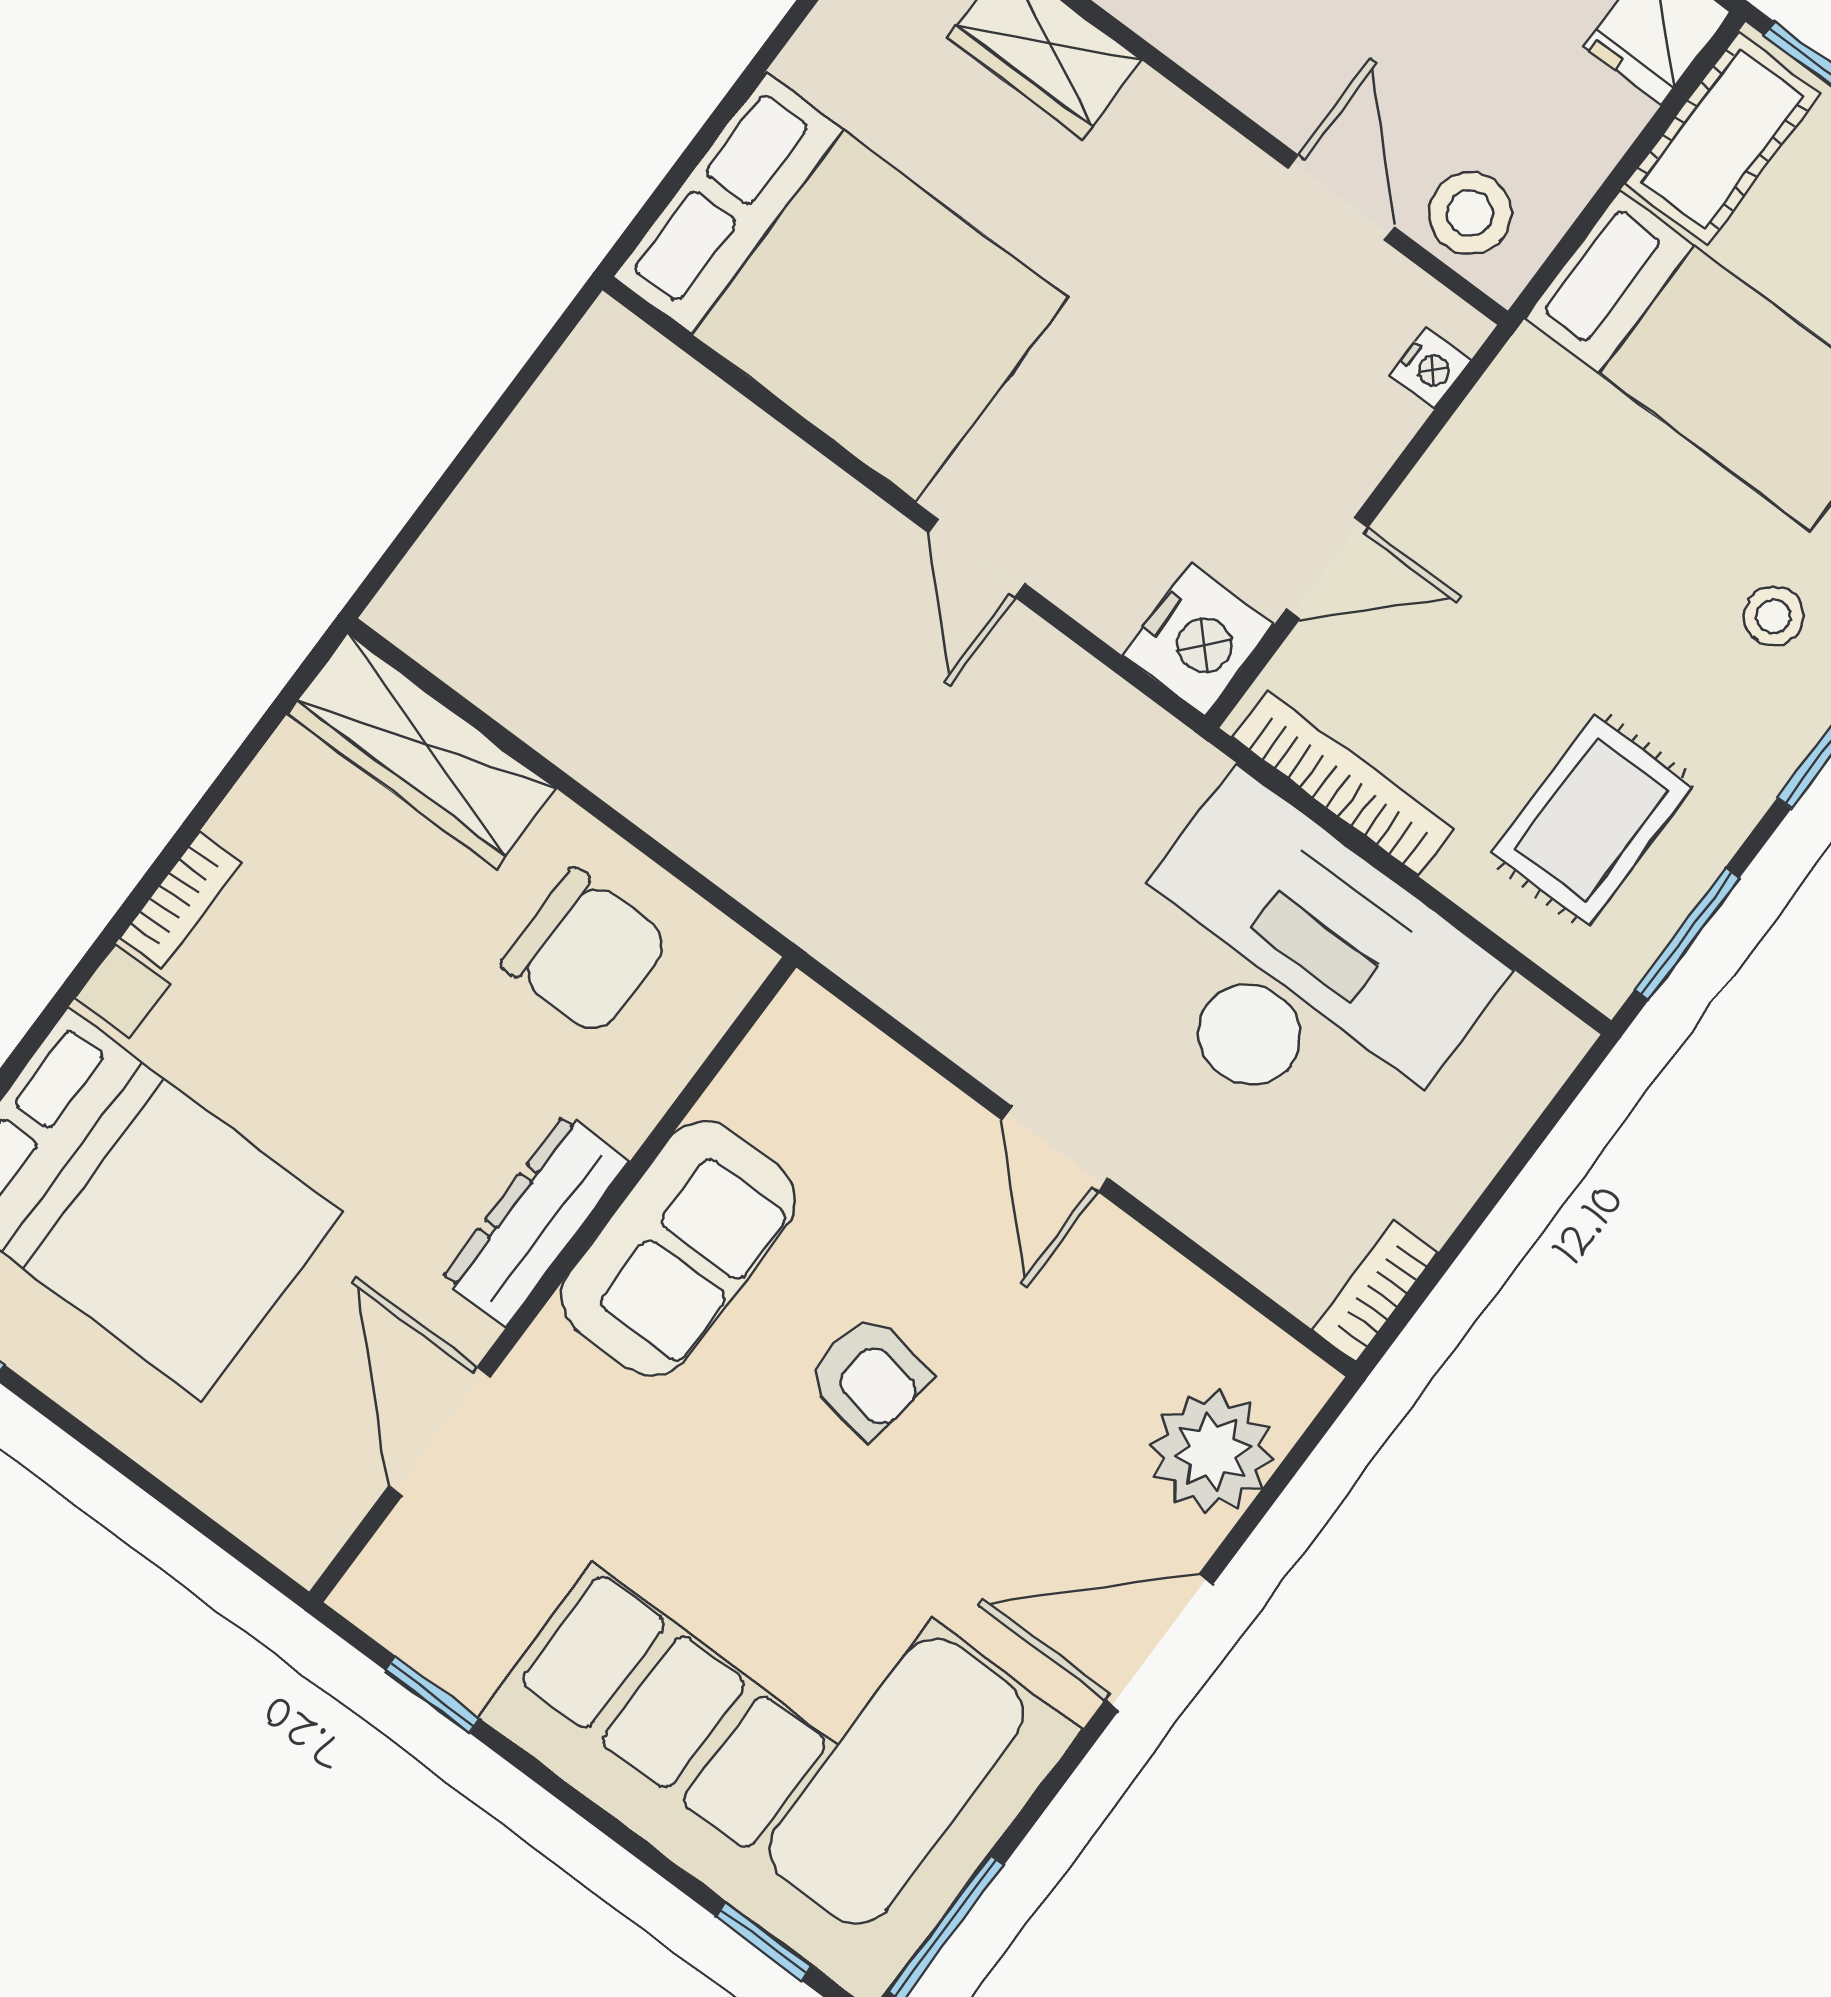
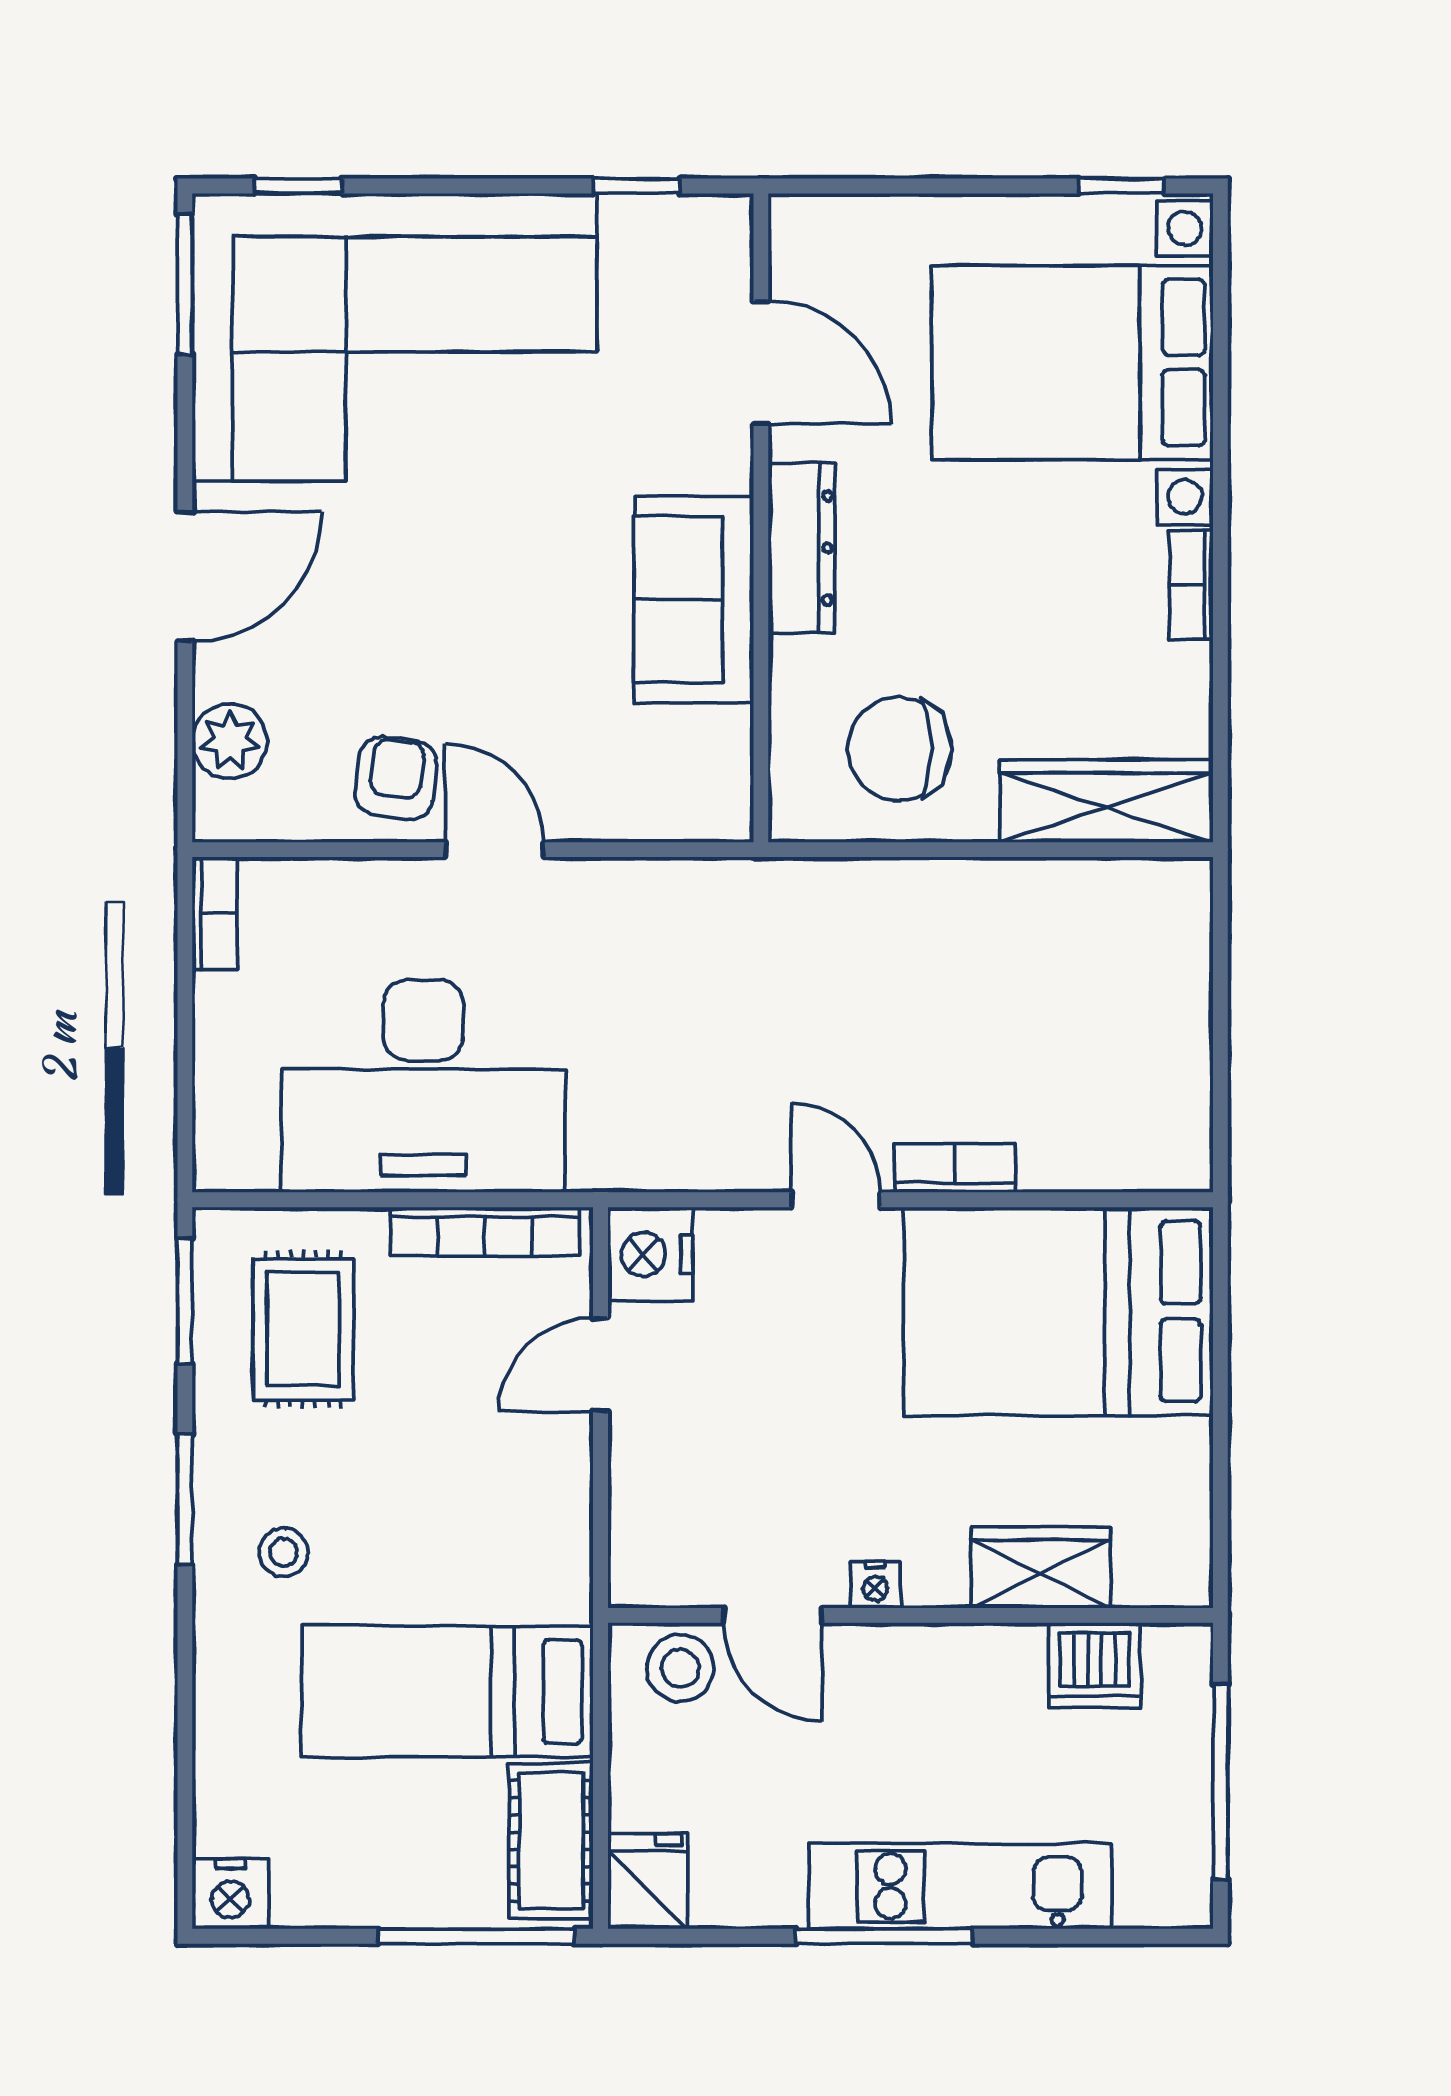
nightstand: (1430, 368) -> (875, 1585), moved, turned -90
bookcase: (837, 502) -> (955, 1168), added
armchair: (869, 1376) -> (396, 778), moved, turned 89
plant: (1212, 1452) -> (230, 741), width x0.73, depth x0.73

